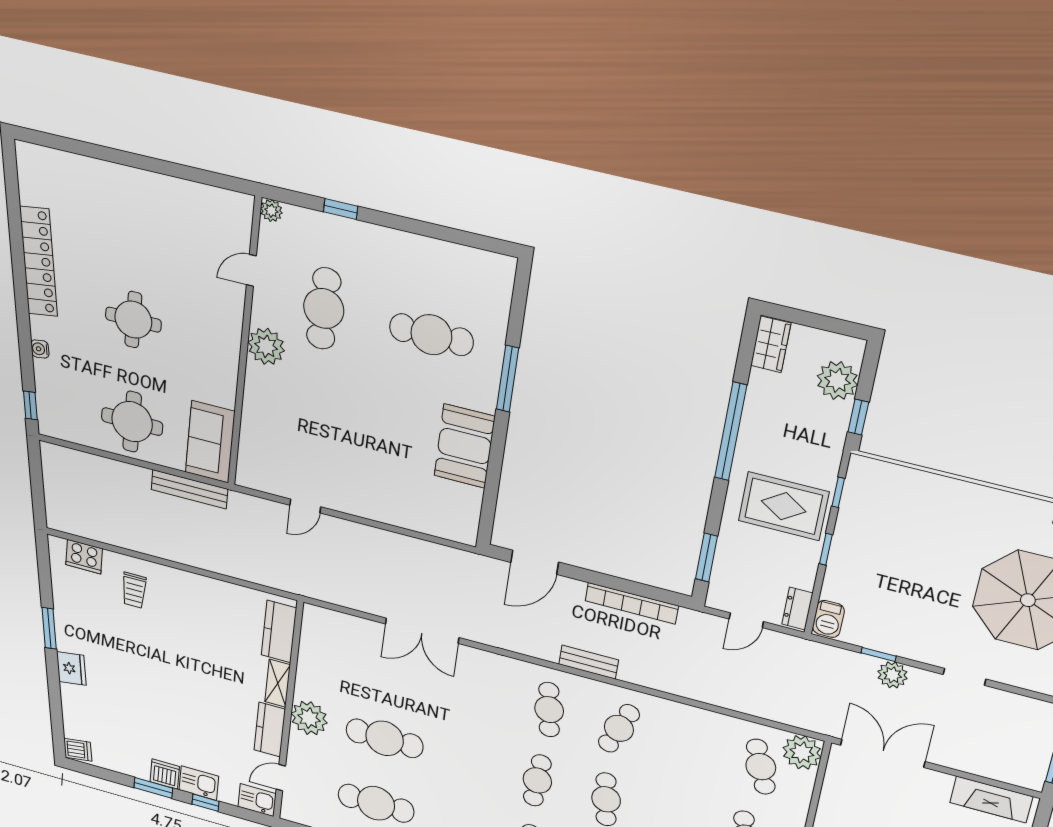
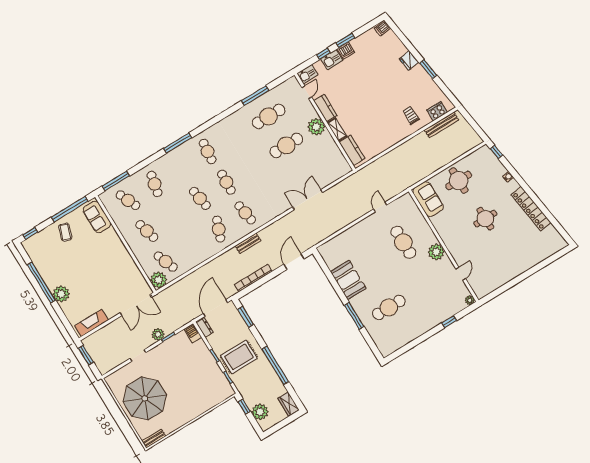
cafe table: (324, 309) -> (403, 242), moved
bench: (189, 489) -> (442, 125), moved
door: (746, 620) -> (215, 308), width x1.87

